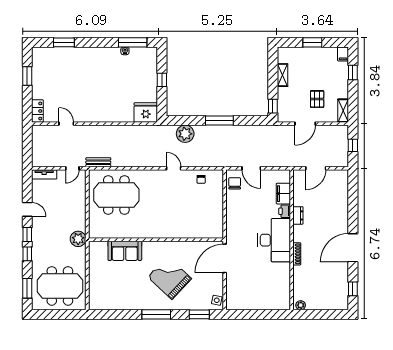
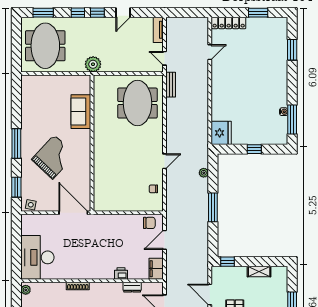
locker: (37, 111) -> (229, 23), width x1.53
plant: (185, 134) -> (204, 173), width x0.53, depth x0.53
filing cabinet: (283, 194) -> (156, 269), moved, turned -90
dresser: (298, 215) -> (132, 287), moved
desk: (274, 240) -> (37, 257), moved, turned 90

